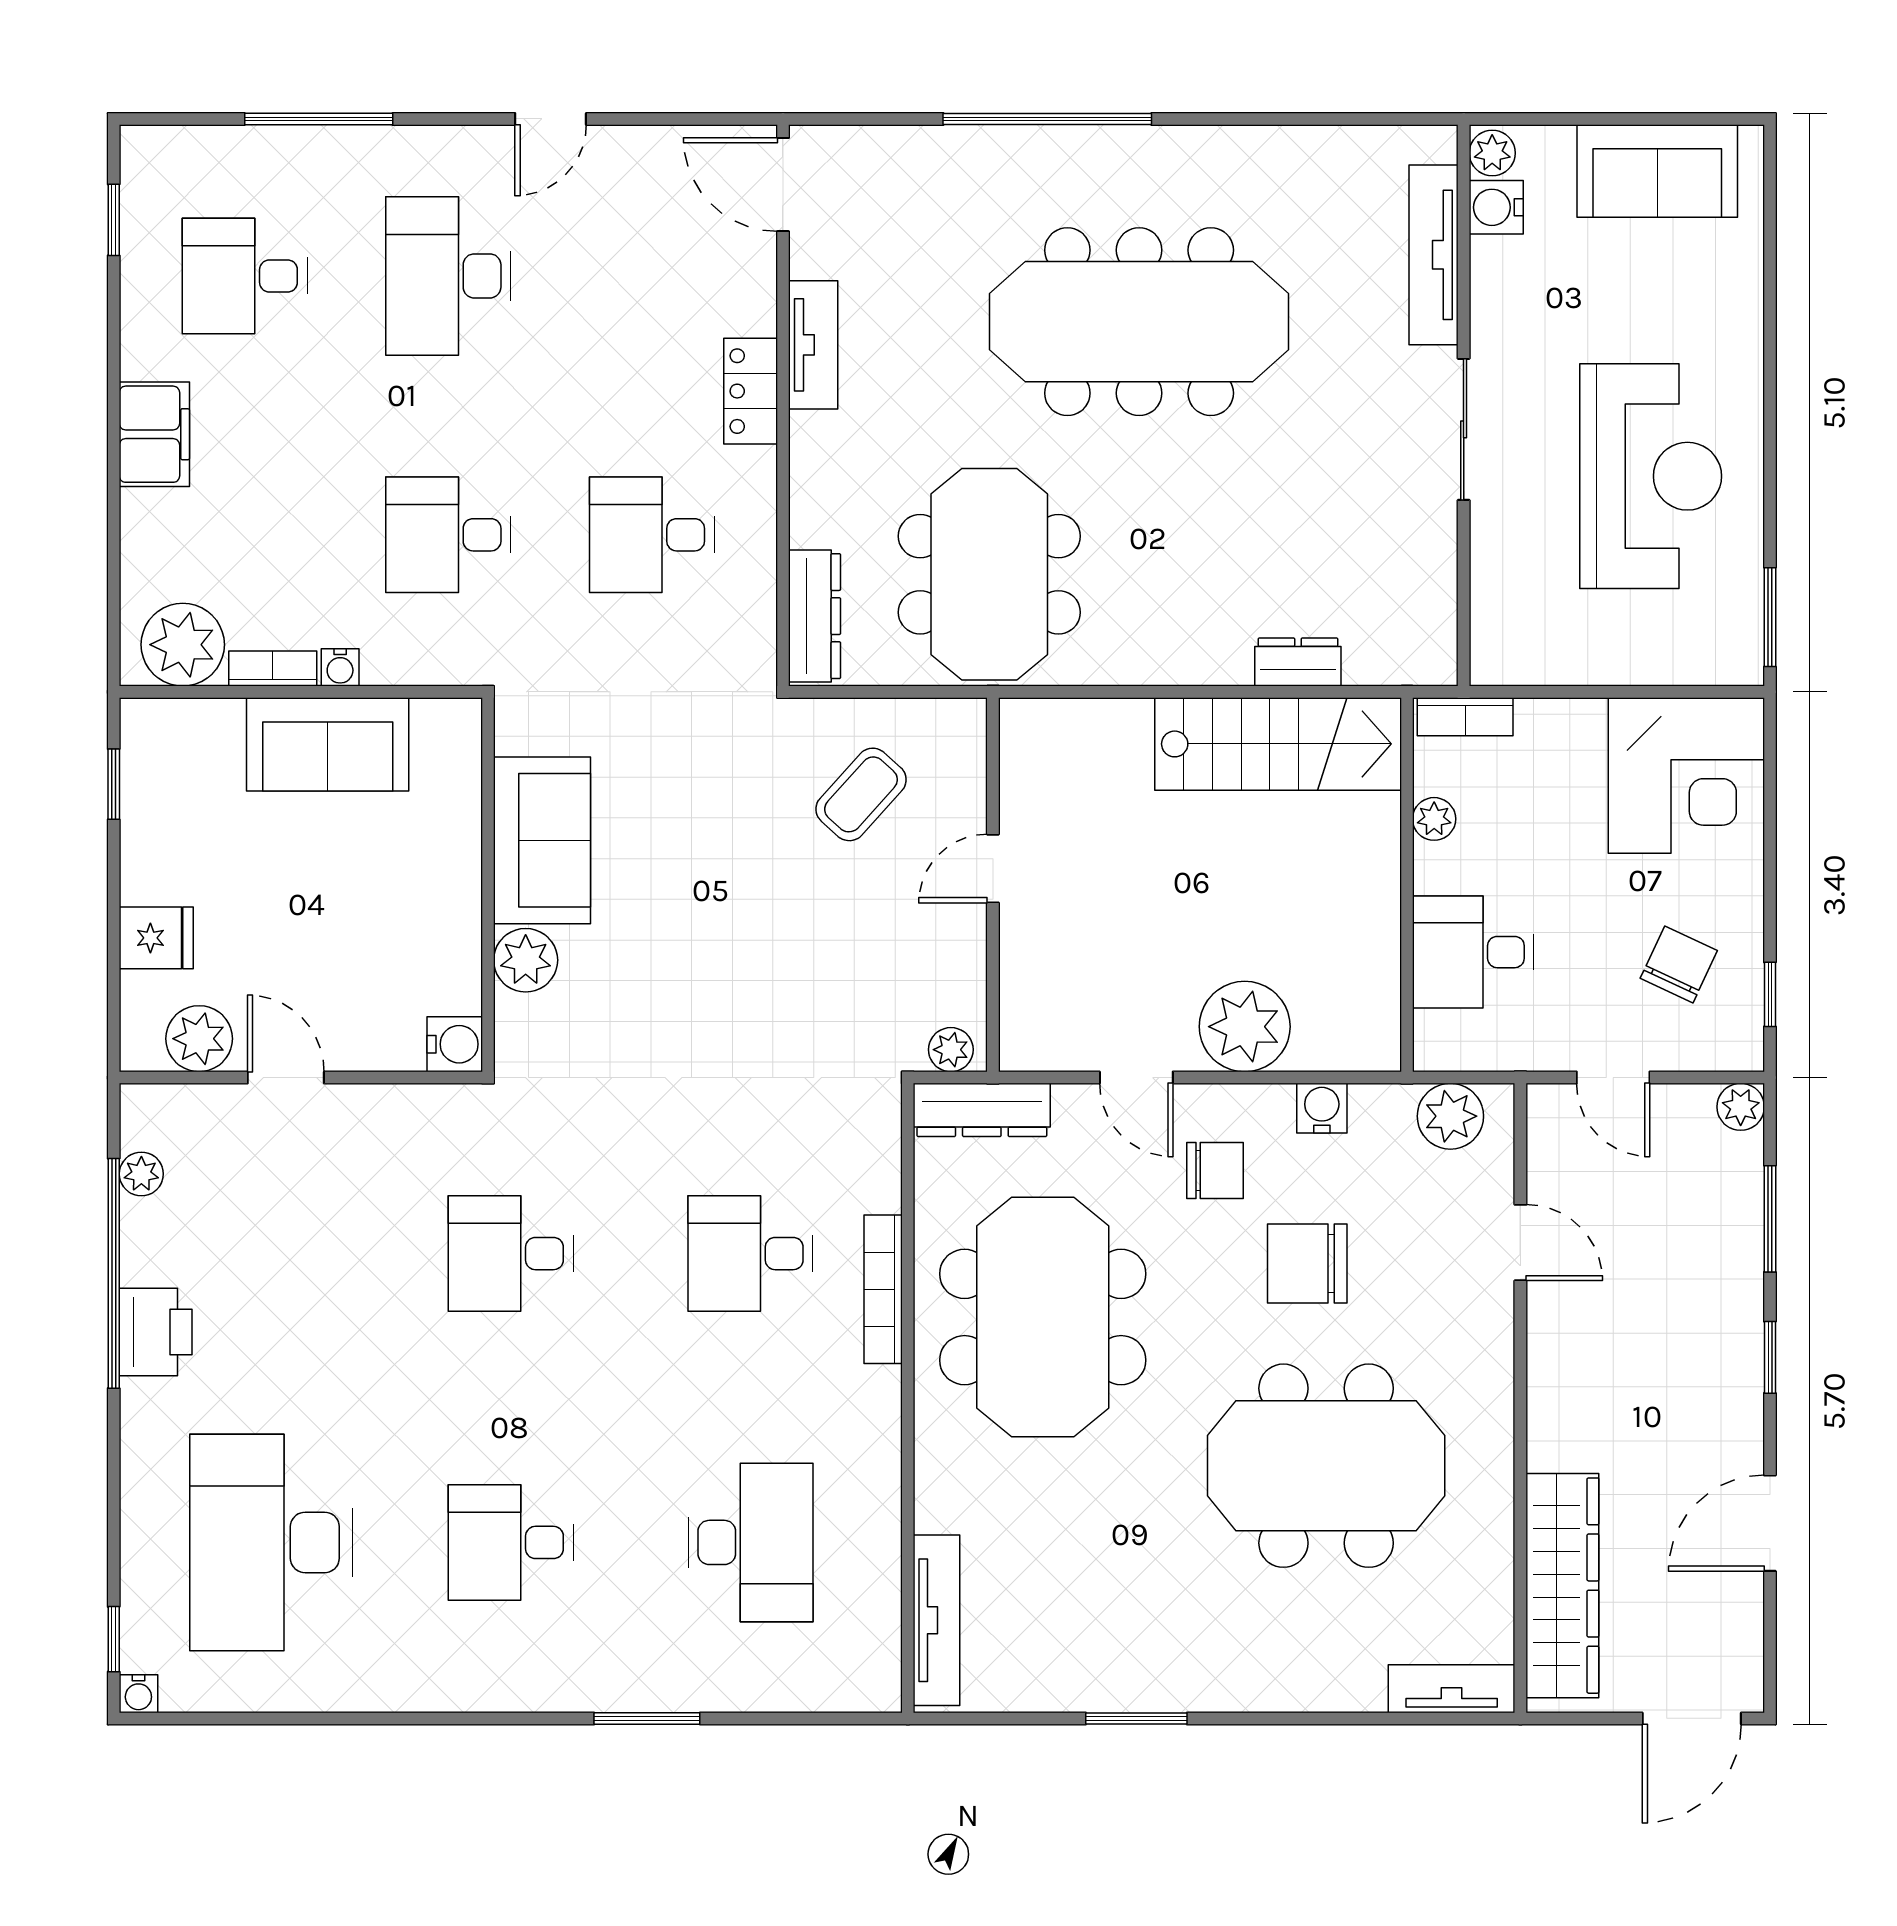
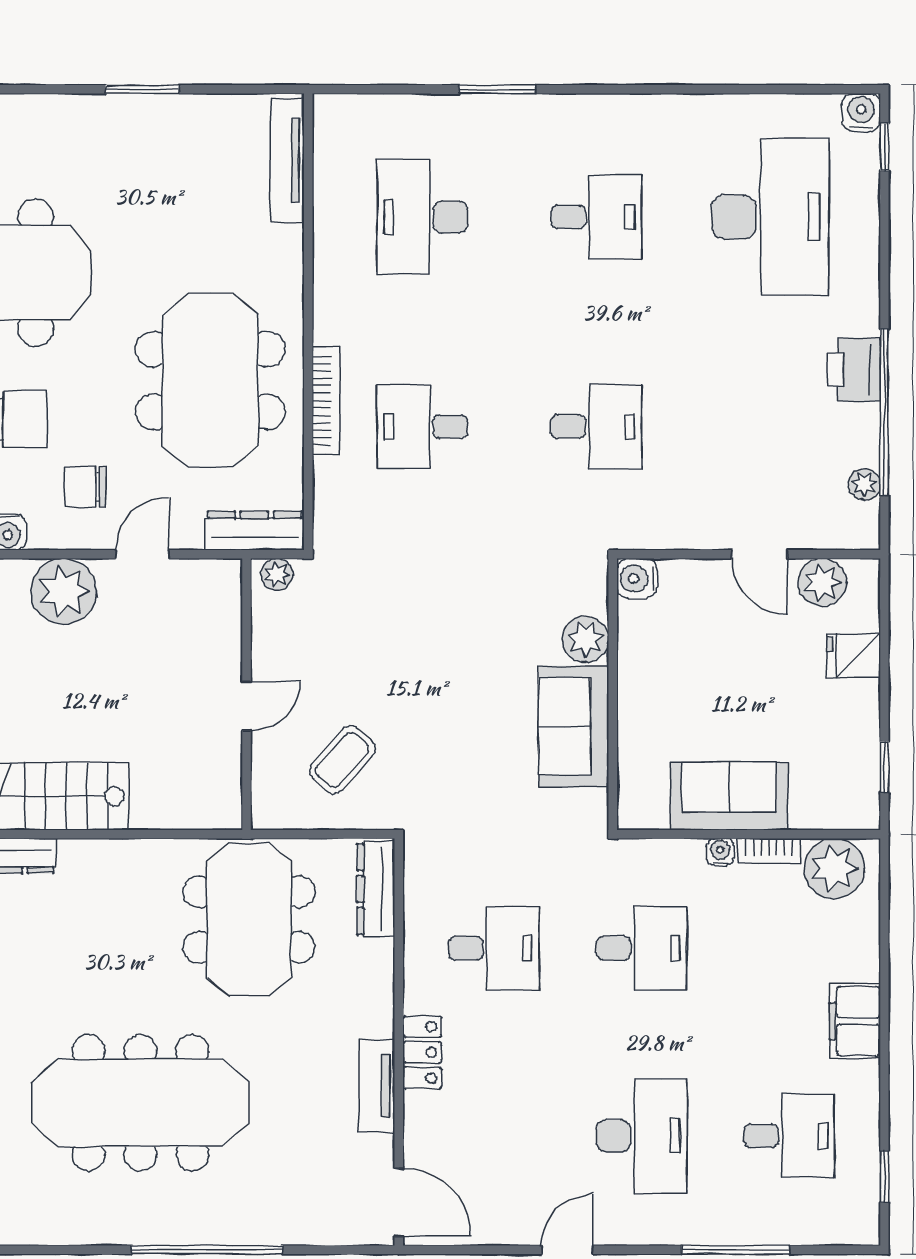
door: (1136, 1078) -> (142, 554), hinge flipped
desk: (750, 1254) -> (422, 427), turned 180
water cooler: (138, 1694) -> (861, 112), width x1.38, depth x1.38

